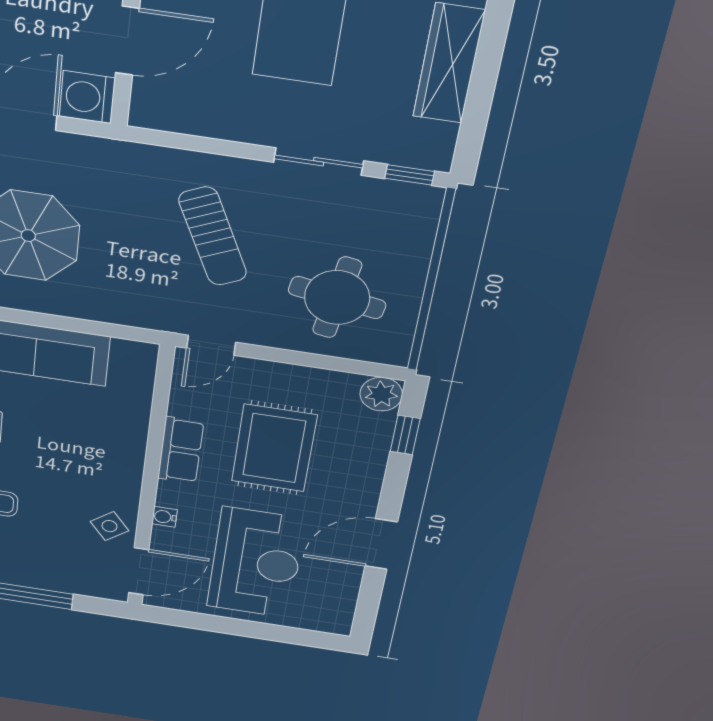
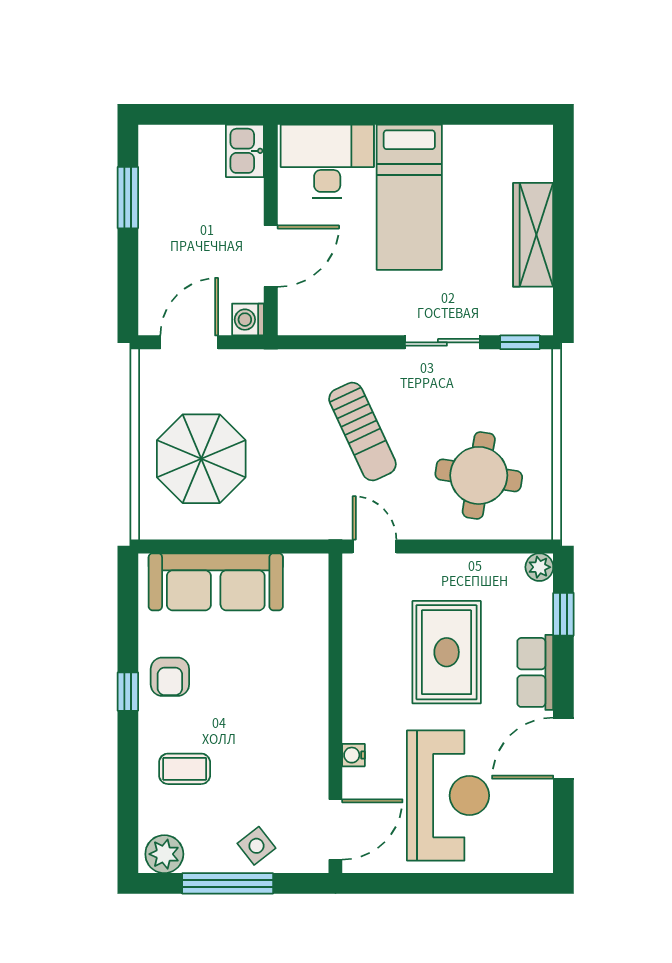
washing machine: (87, 97) -> (248, 320), width x0.73, depth x0.73
door: (211, 345) -> (375, 546), swing flipped
plant: (381, 394) -> (539, 567), width x0.73, depth x0.73
row of seats: (181, 450) -> (535, 672), moved, turned 180
side table: (109, 526) -> (256, 846), moved

